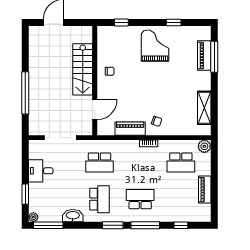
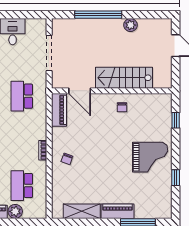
piano: (204, 56) -> (118, 211), moved
plant: (35, 64) -> (130, 25), added
piano: (130, 129) -> (59, 110), moved
plant: (204, 146) -> (15, 211), moved

